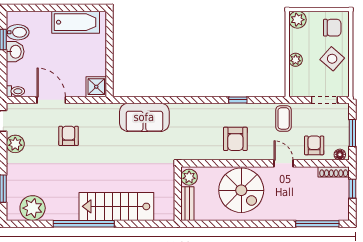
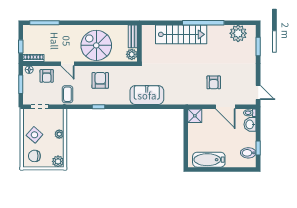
washbasin: (15, 52) -> (250, 124), moved
sofa: (144, 117) -> (147, 95), moved
plant: (15, 144) -> (250, 77), removed

